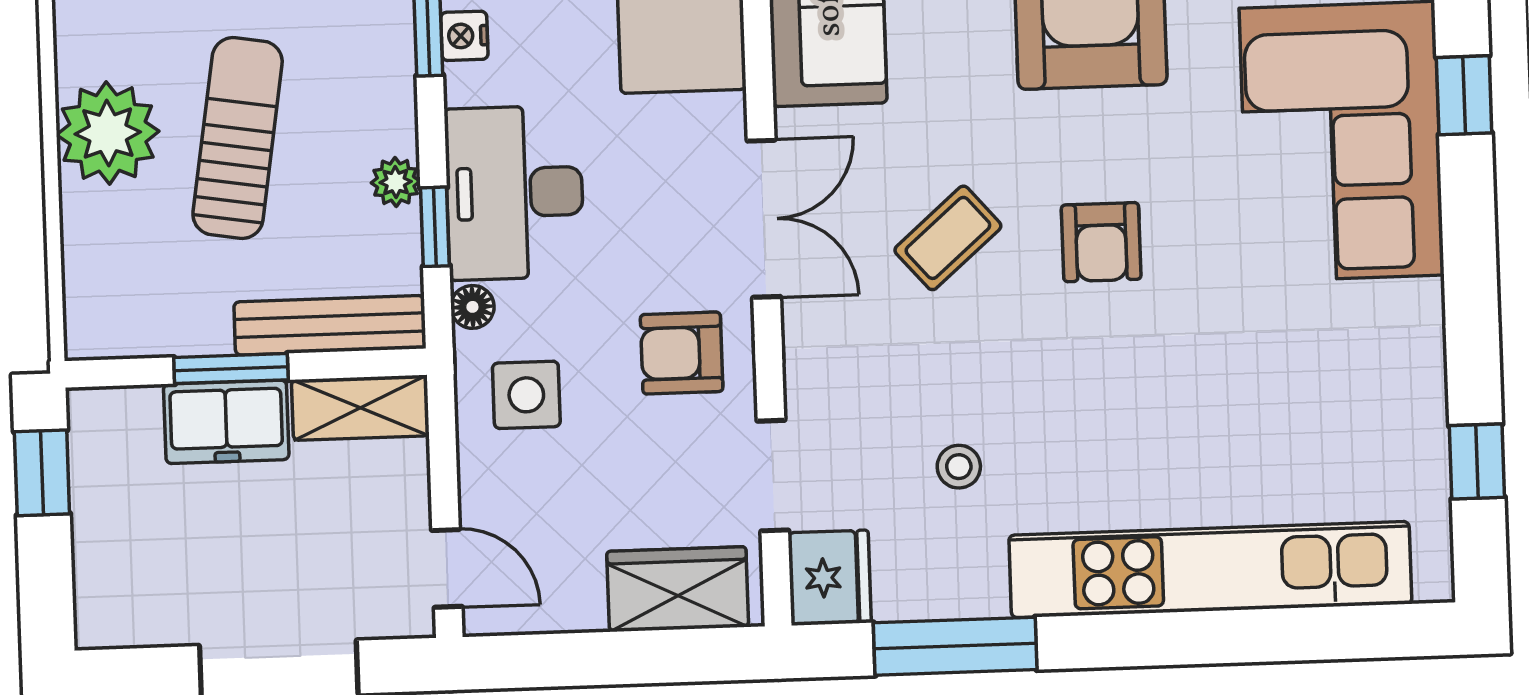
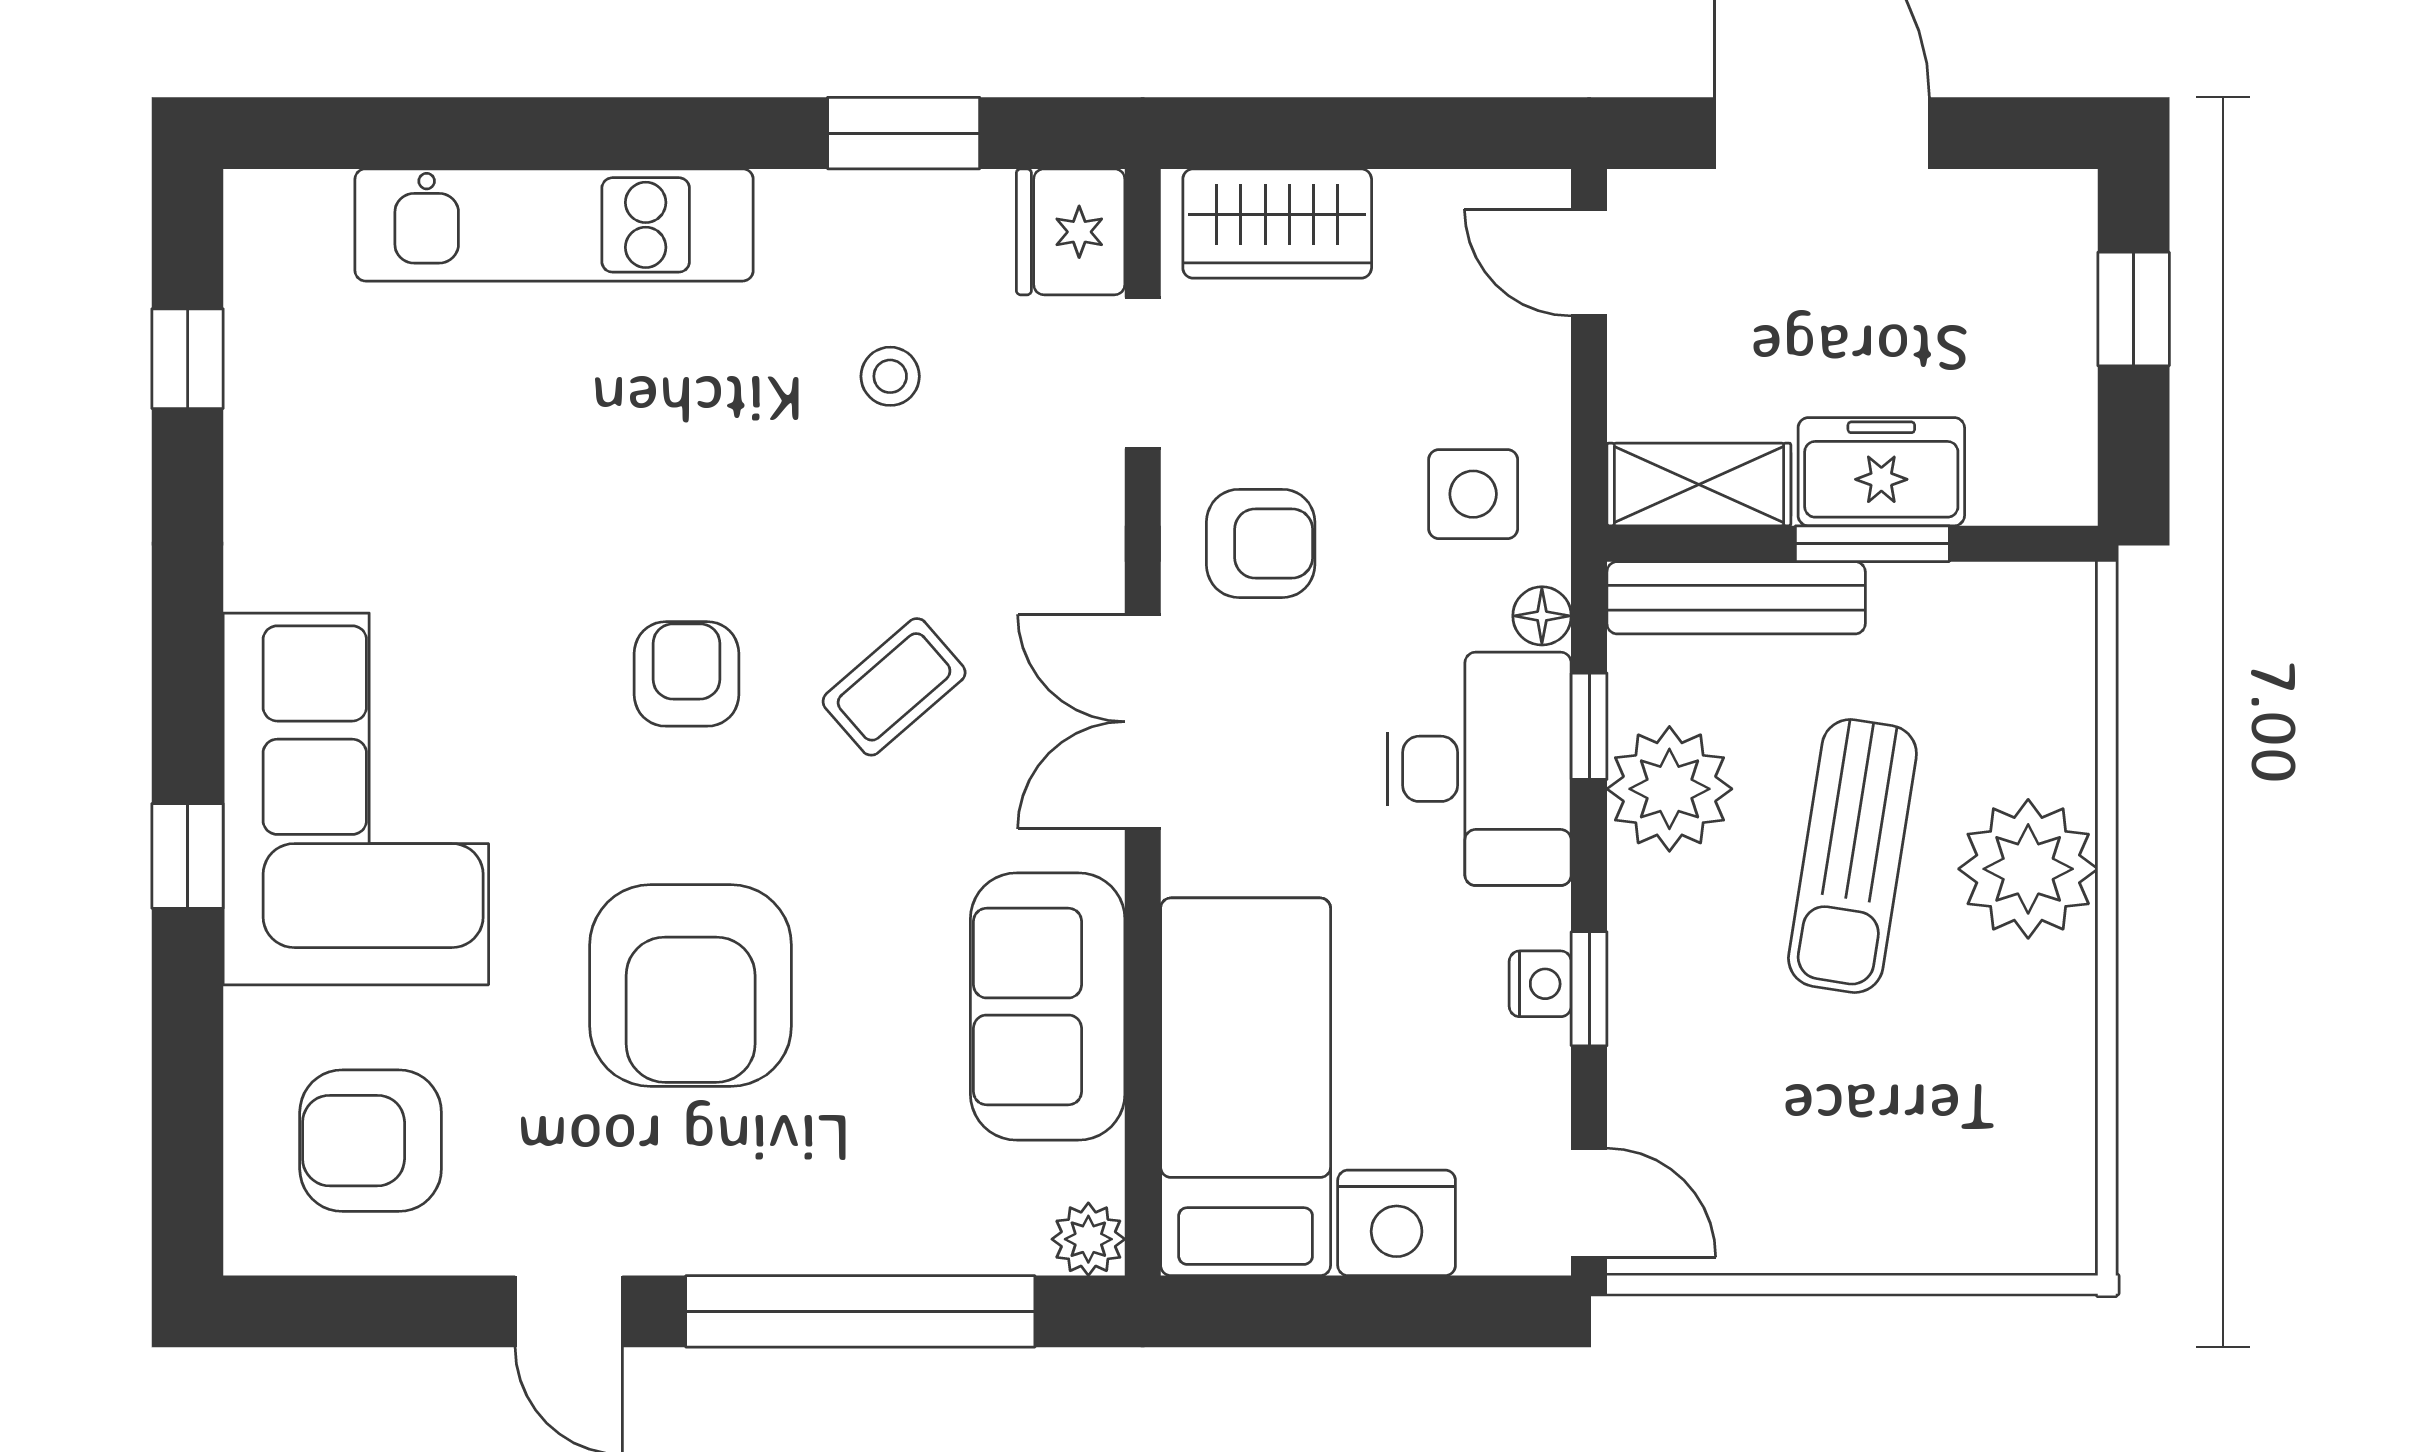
plant: (396, 182) -> (1669, 789), width x1.88, depth x1.88
window: (42, 473) -> (2134, 309), moved
kitchen unit: (1210, 570) -> (554, 225), width x0.73
window: (955, 646) -> (904, 133), width x0.69

